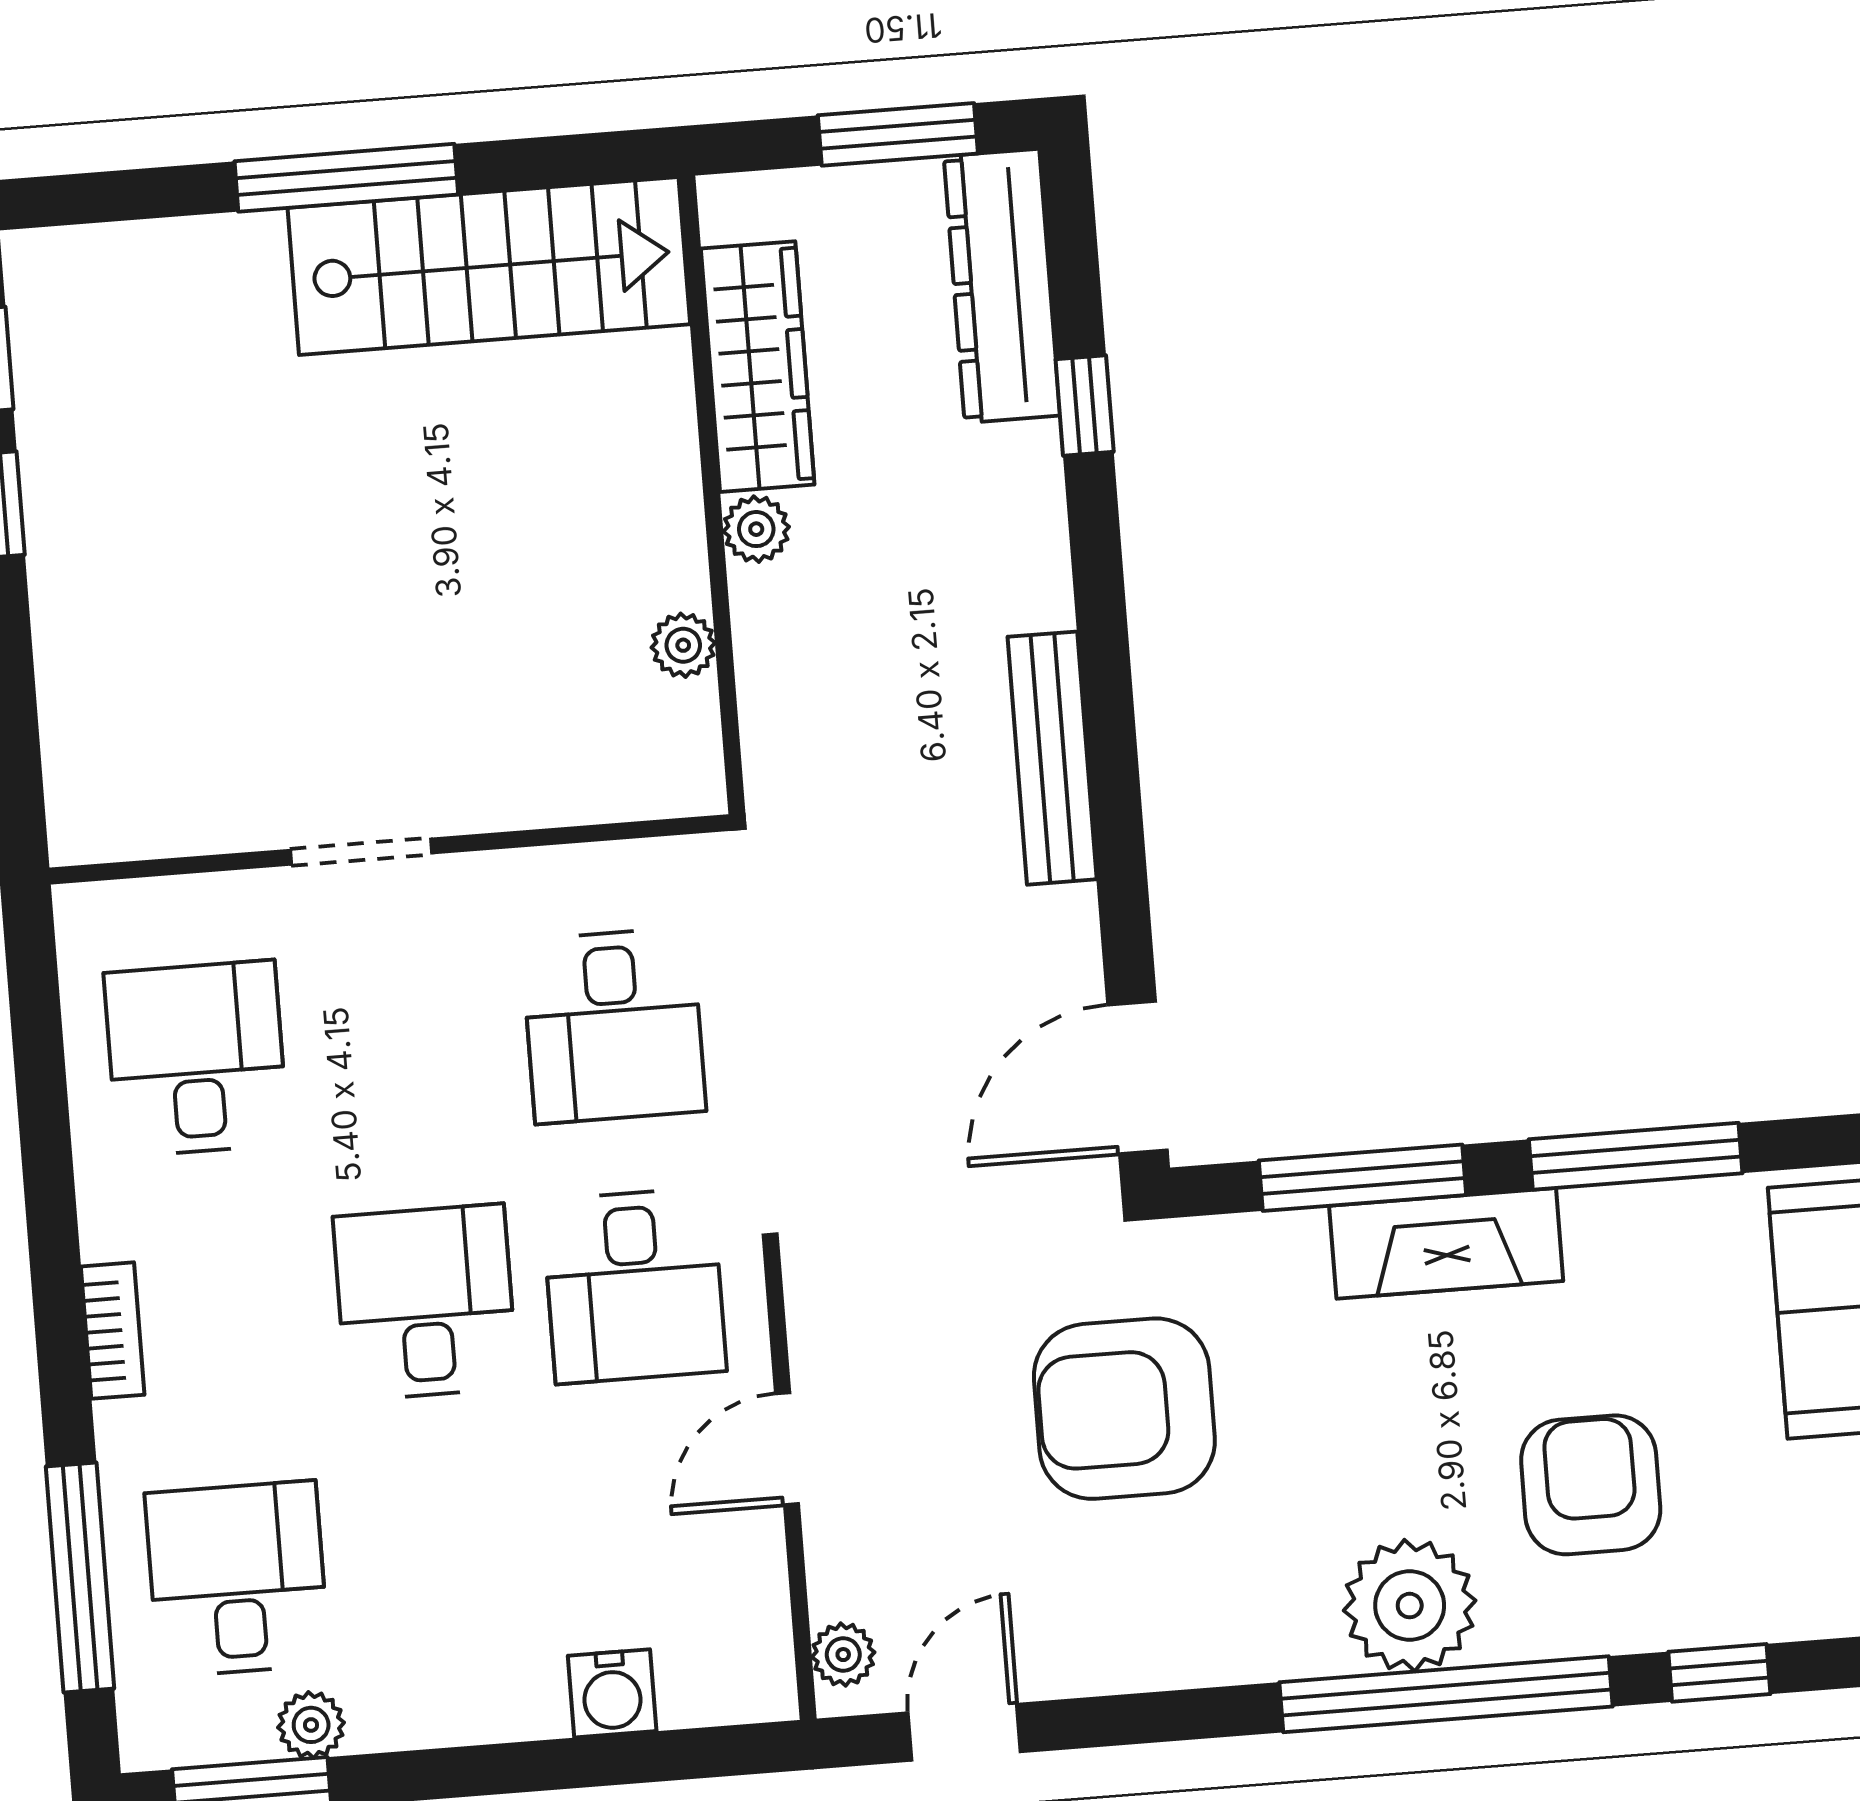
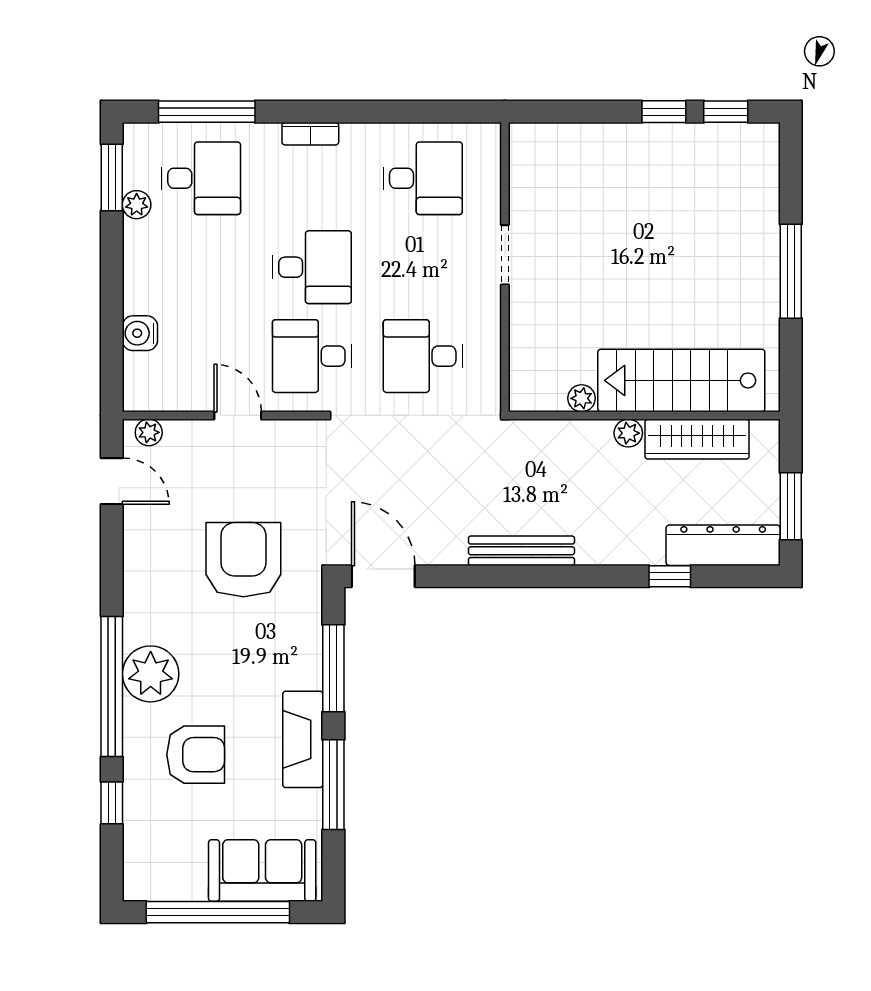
stairs: (489, 266) -> (681, 380), moved, turned 90
fireplace: (1446, 1243) -> (303, 739), moved

